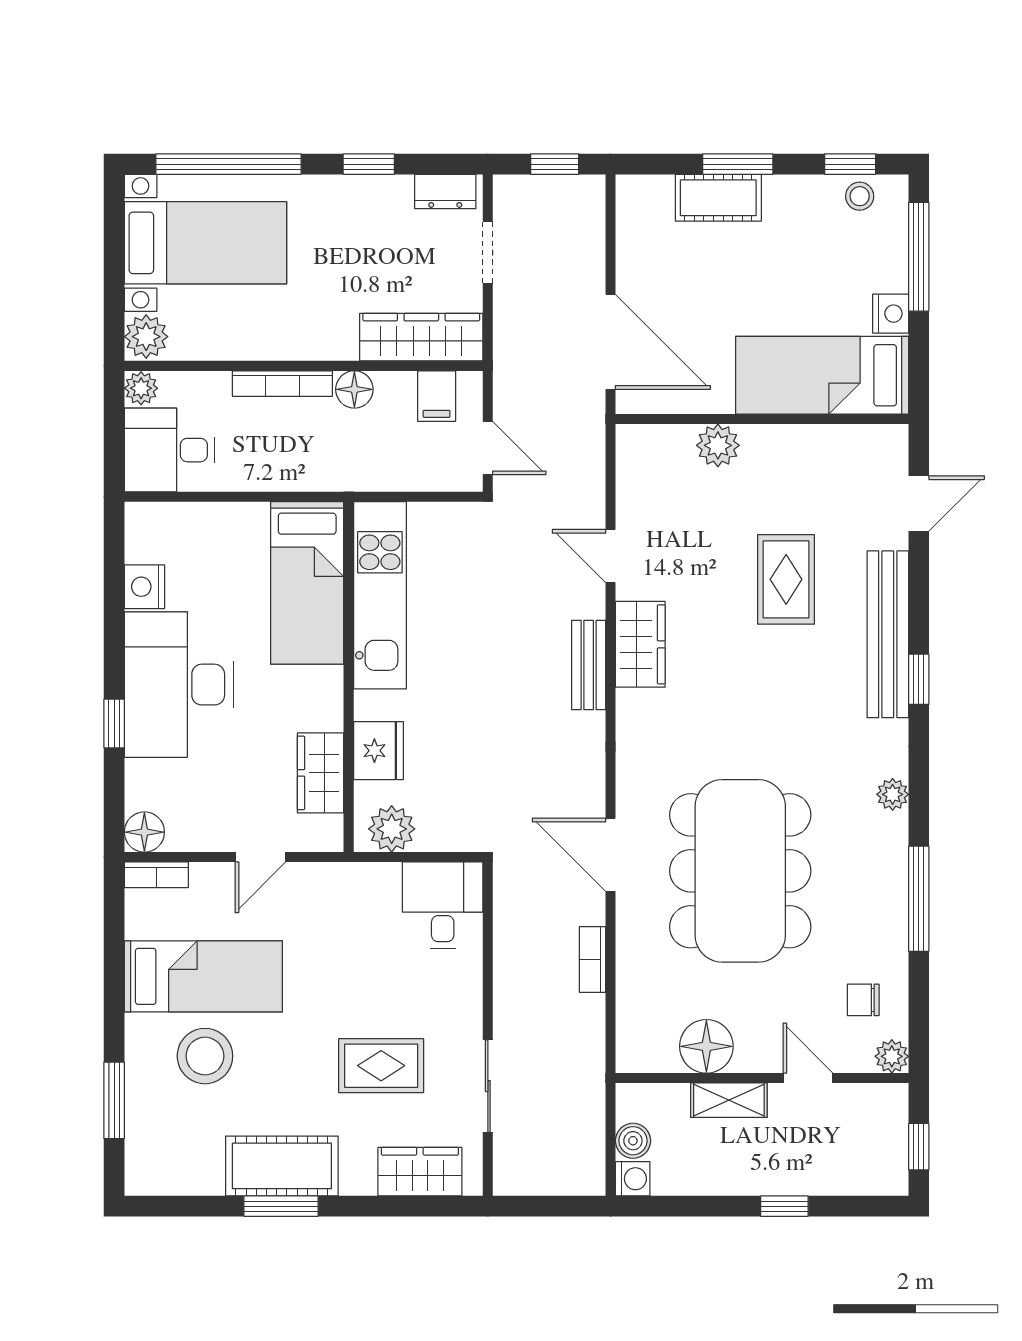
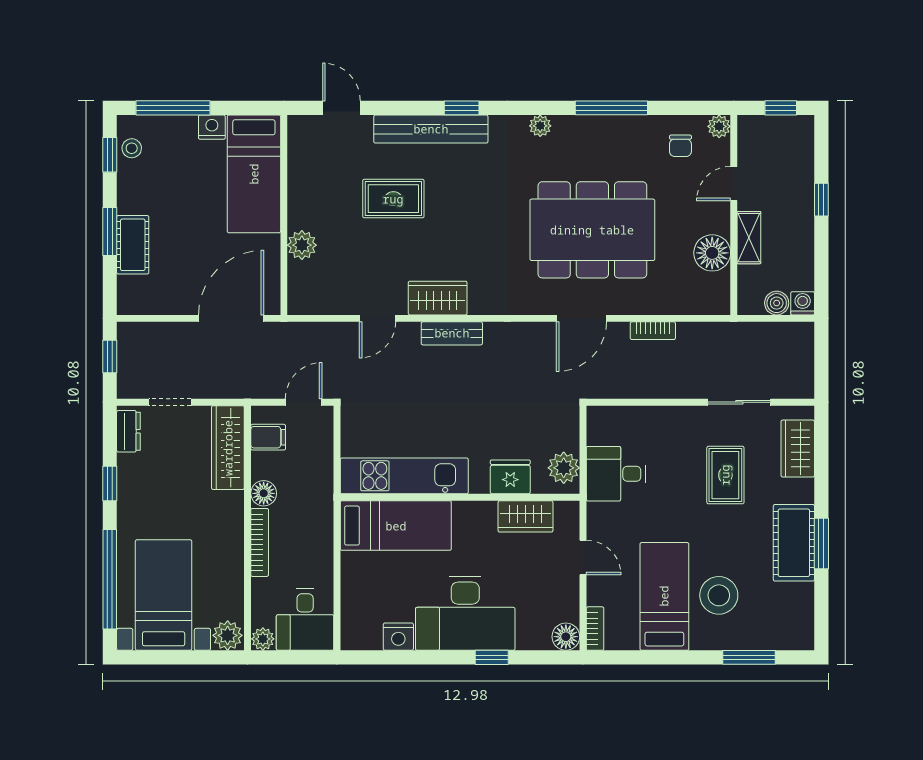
desk: (443, 905) -> (616, 474), moved

